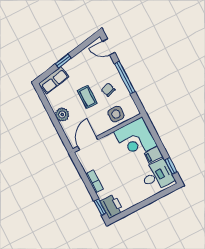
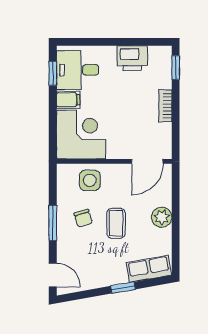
window: (125, 78) -> (53, 223), width x0.69
printer: (112, 206) -> (132, 58), moved, turned -90

